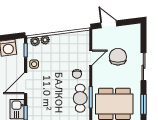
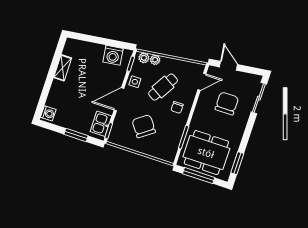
door: (91, 58) -> (202, 82), moved
sliding door: (143, 67) -> (259, 98), moved
cafe table: (80, 98) -> (163, 87), moved, turned 31
chair: (54, 99) -> (144, 126), added

